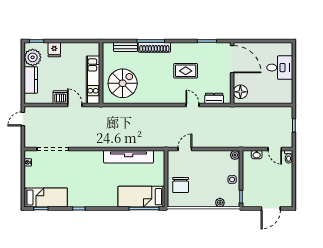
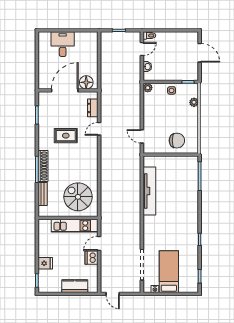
plant: (33, 57) -> (53, 284), removed
door: (232, 59) -> (65, 90), moved
rug: (186, 71) -> (66, 136), turned 90
bed: (141, 197) -> (188, 179), removed
bed: (46, 198) -> (169, 272), moved

